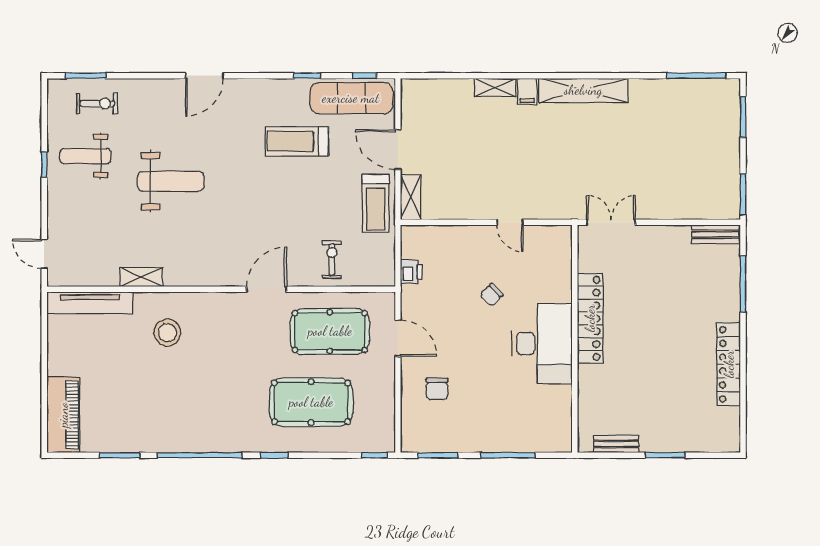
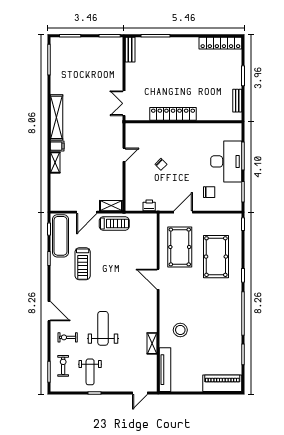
exercise bike: (332, 260) -> (68, 337), moved
desk: (542, 344) -> (226, 161), moved, turned 90
locker: (729, 364) -> (220, 43), moved

